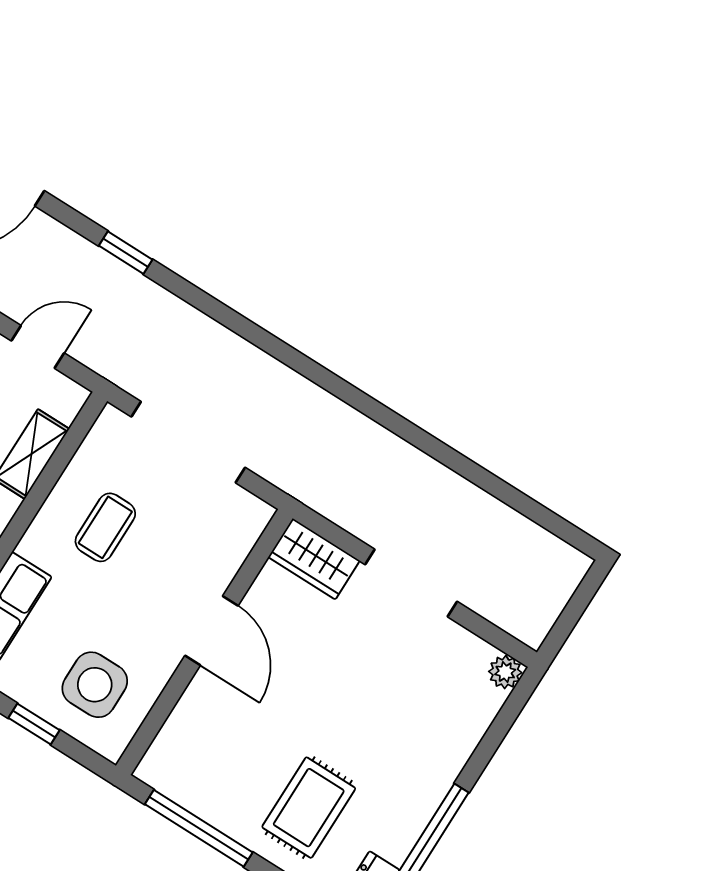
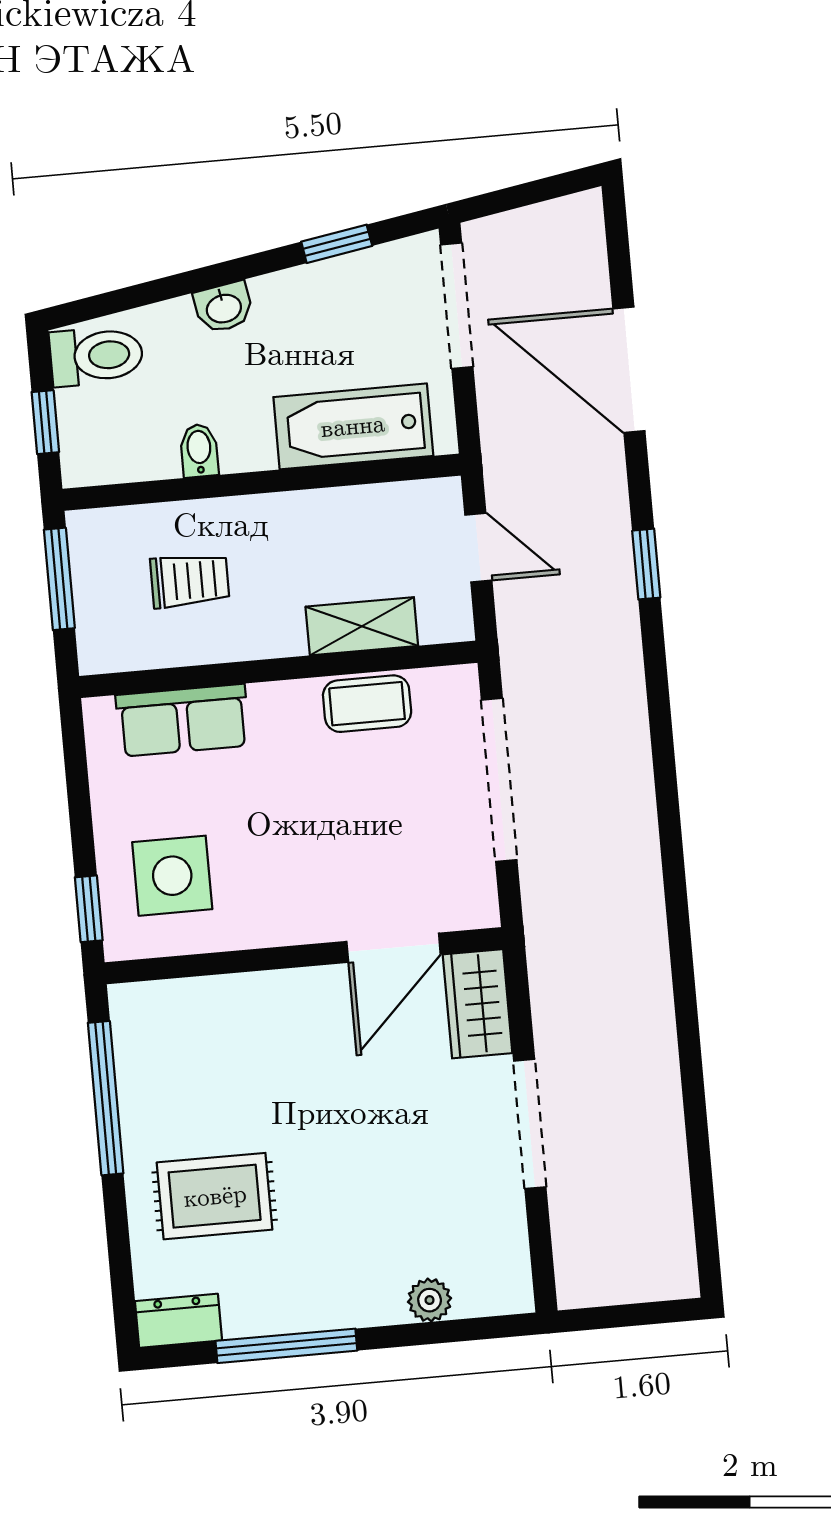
coffee table: (105, 527) -> (367, 704), moved
door: (212, 631) -> (394, 948), moved
plant: (505, 672) -> (430, 1300), moved
window: (34, 724) -> (89, 909), moved

